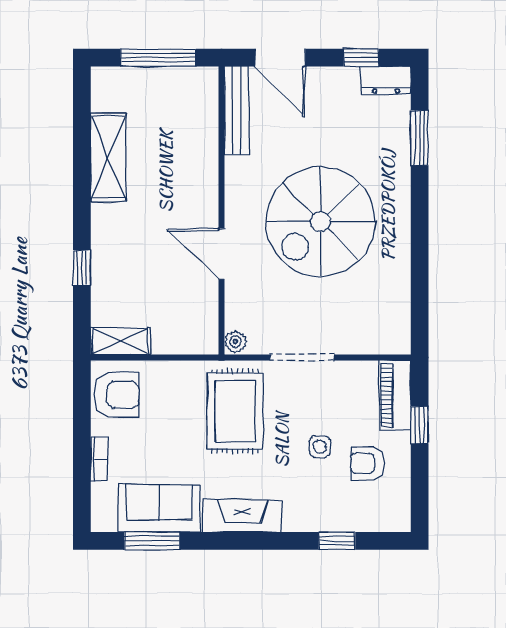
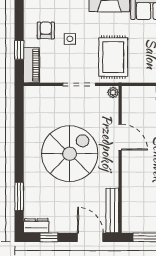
armchair: (367, 463) -> (46, 30), turned -90

